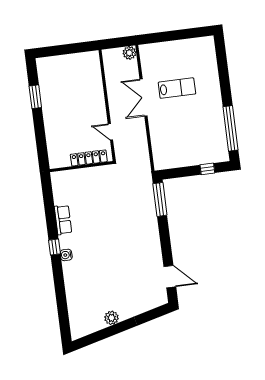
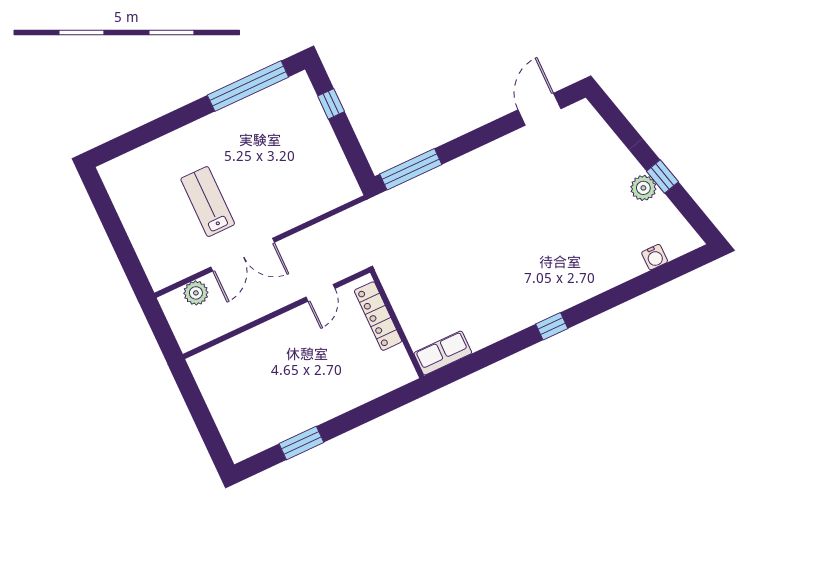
plant: (129, 53) -> (196, 293), moved
row of seats: (63, 220) -> (443, 353), moved
water cooler: (66, 255) -> (655, 257), moved
window: (114, 330) -> (662, 177), added

